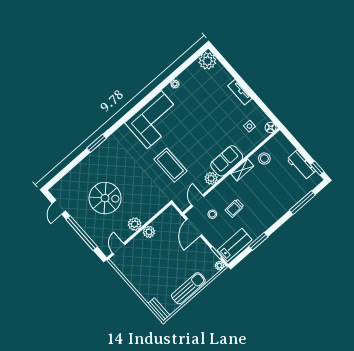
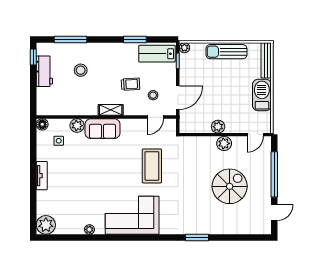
stool: (264, 159) -> (81, 70), moved
shelving: (242, 170) -> (111, 110), moved
plant: (211, 178) -> (77, 126), moved
spiral stairs: (105, 198) -> (230, 186), turned 90
barbecue: (138, 280) -> (262, 95), added
bench: (159, 309) -> (266, 60), width x1.36

